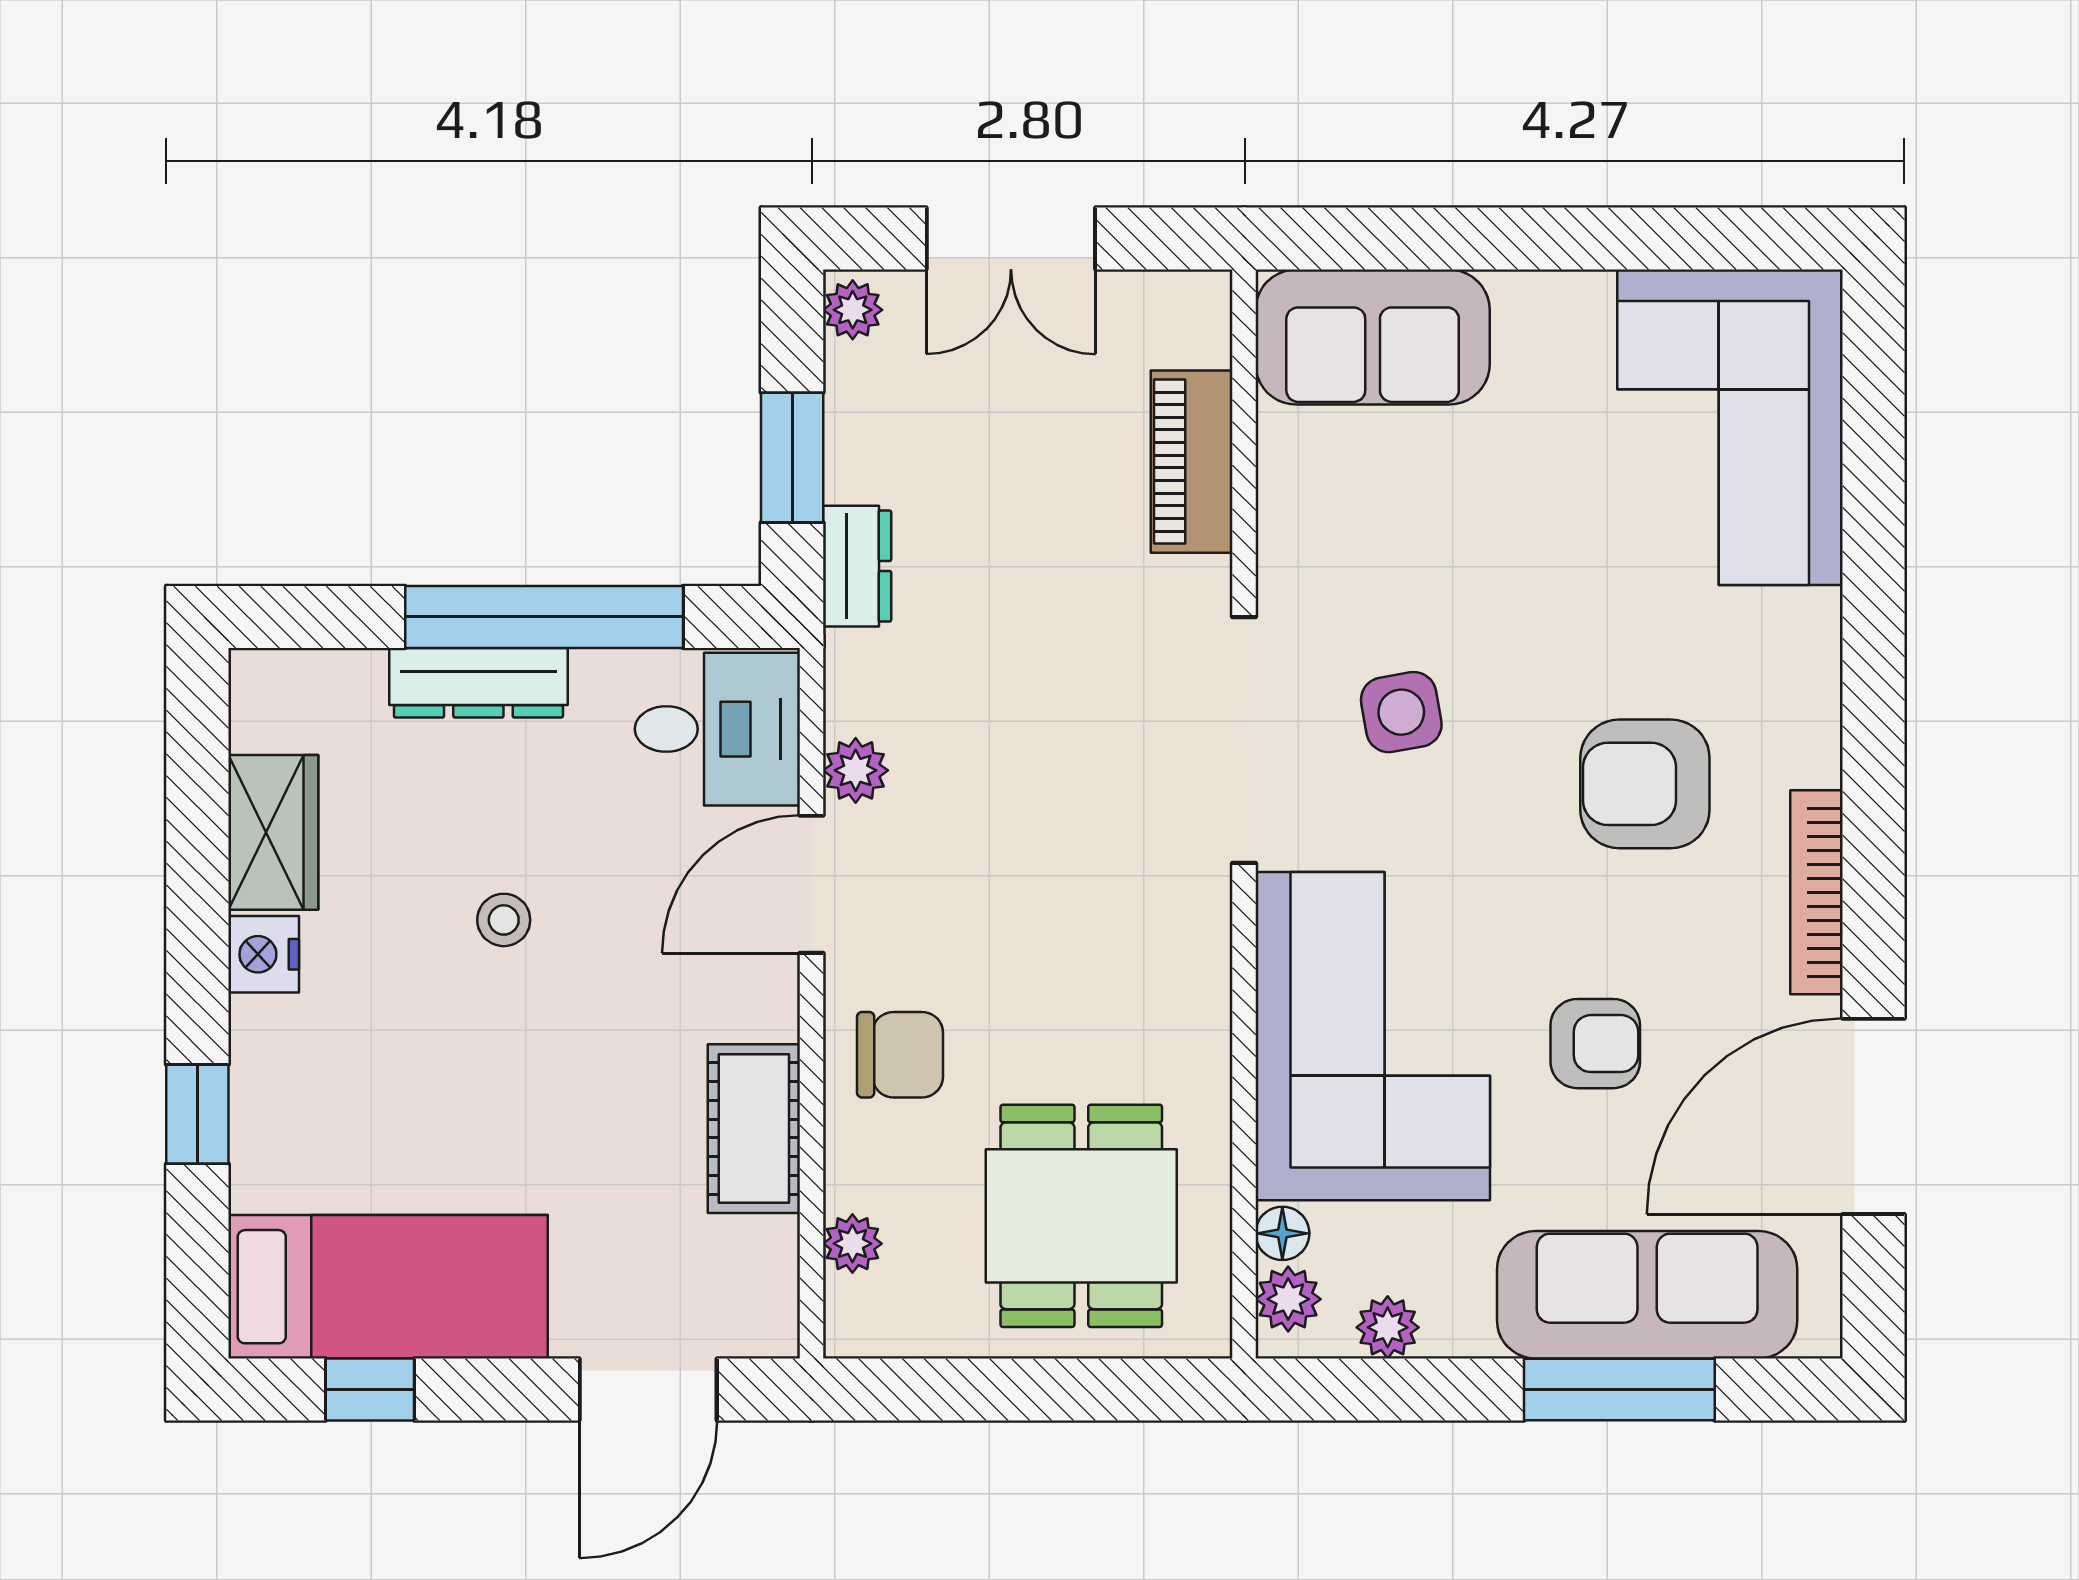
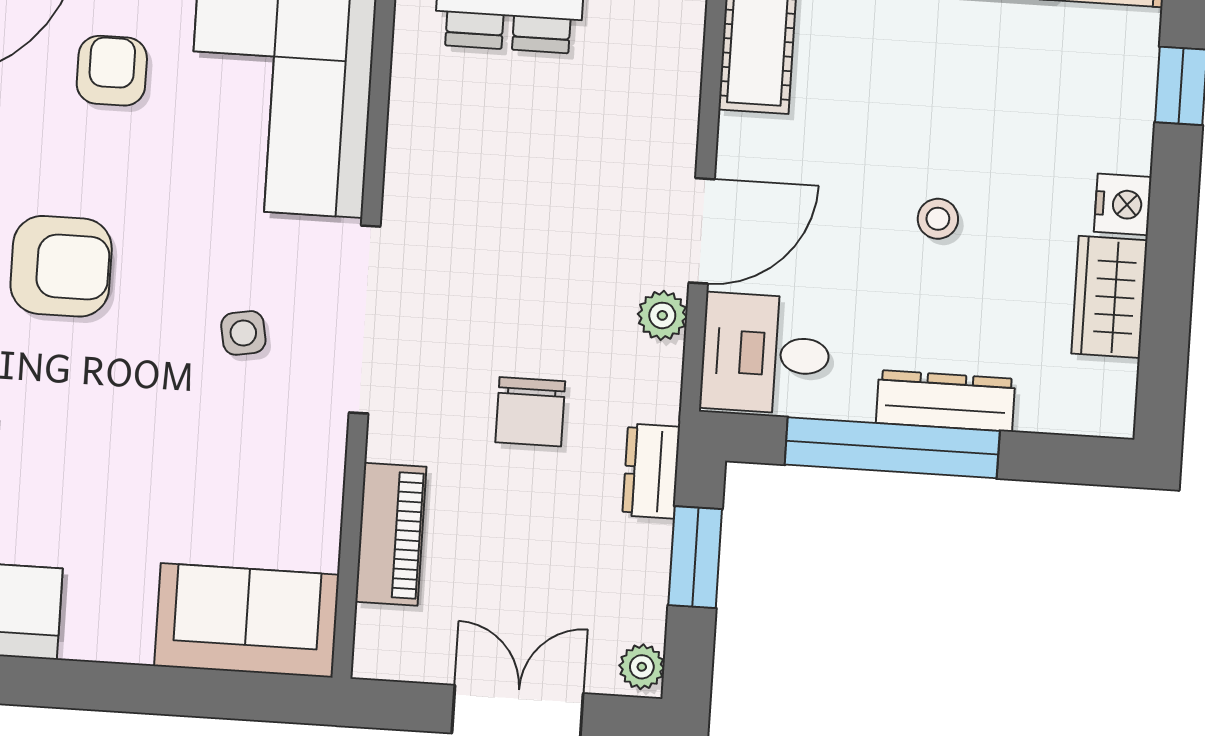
side table: (1401, 712) -> (243, 333), width x0.73, depth x0.73
armchair: (1595, 1044) -> (112, 71), turned 90
chair: (900, 1055) -> (530, 412), moved, turned -90

